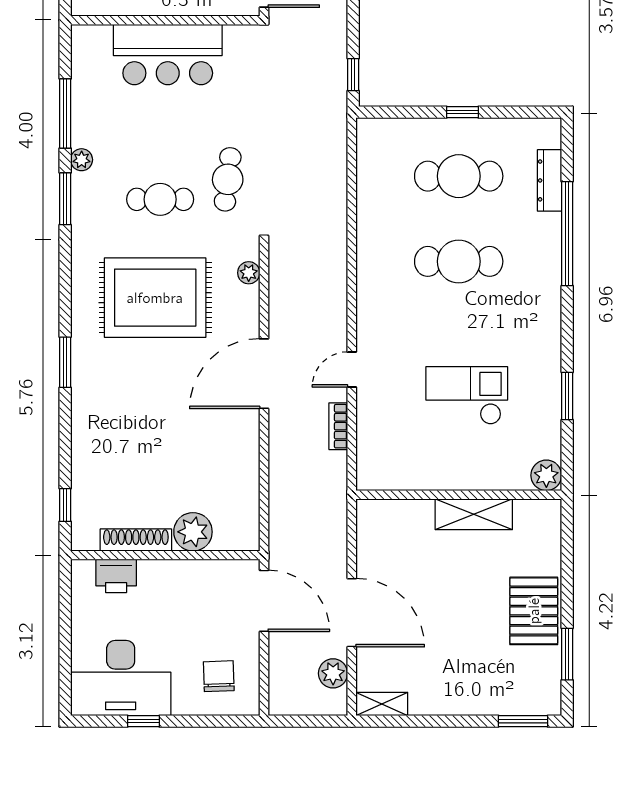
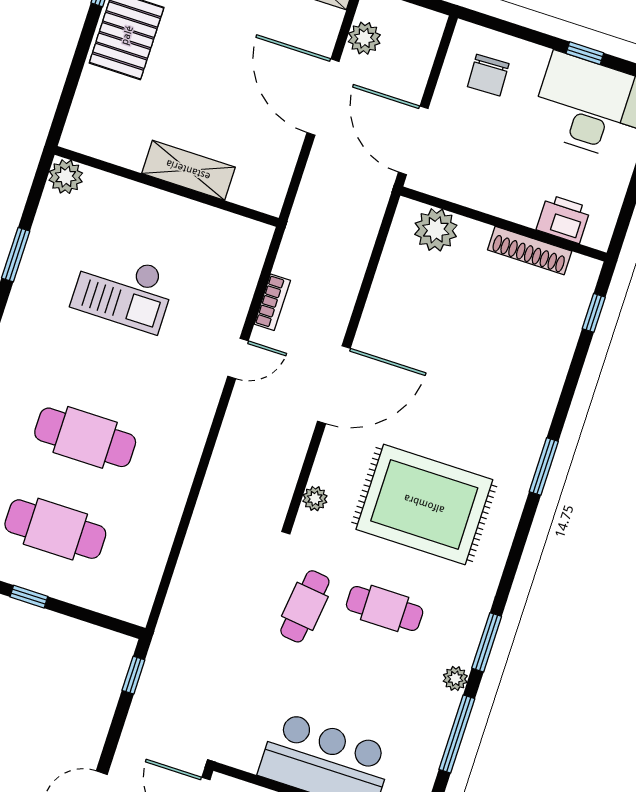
shelving: (474, 514) -> (188, 170), moved
plant: (193, 532) -> (436, 230), moved

